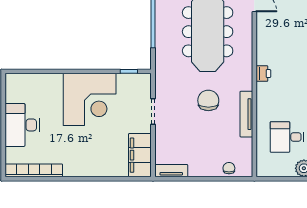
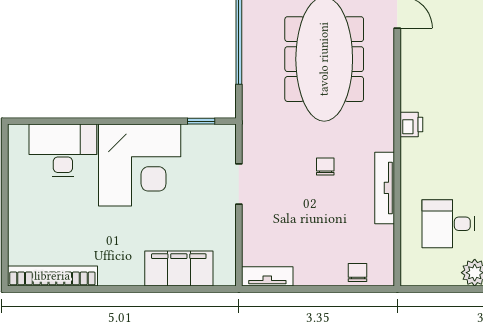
chair: (208, 100) -> (325, 167), width x0.54, depth x0.54
desk: (22, 125) -> (63, 150), moved, turned 90
filing cabinet: (140, 155) -> (179, 269), moved, turned 90

